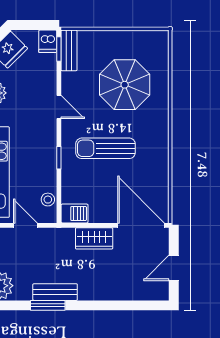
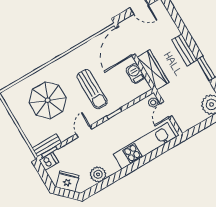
stool: (48, 200) -> (153, 102), moved
barbecue: (75, 213) -> (135, 73), moved
wardrobe: (94, 238) -> (153, 70), width x1.50
bench: (55, 292) -> (184, 50), moved

